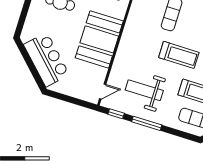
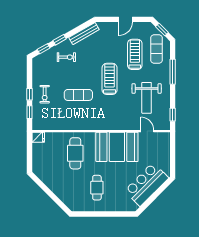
door: (103, 92) -> (147, 131), moved
window: (147, 123) -> (173, 72), moved

